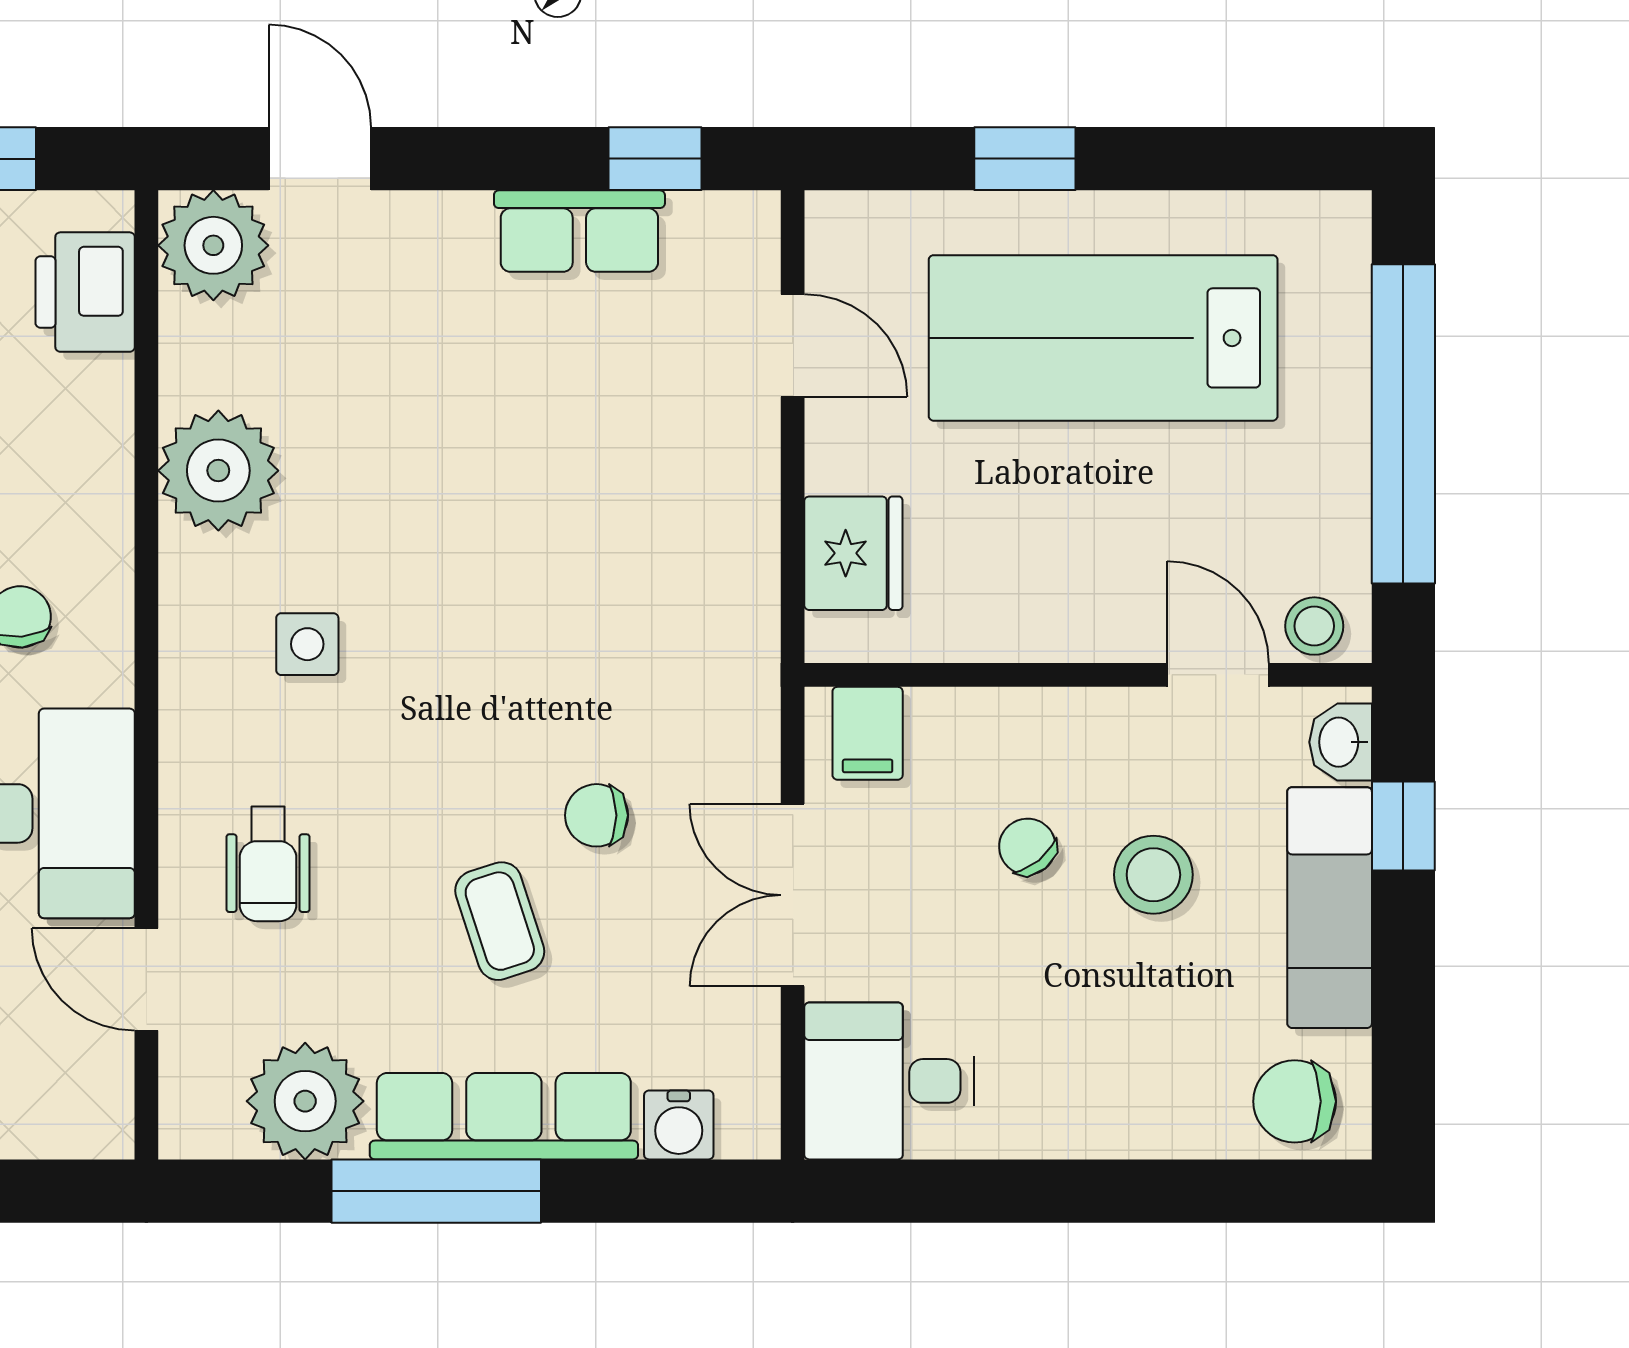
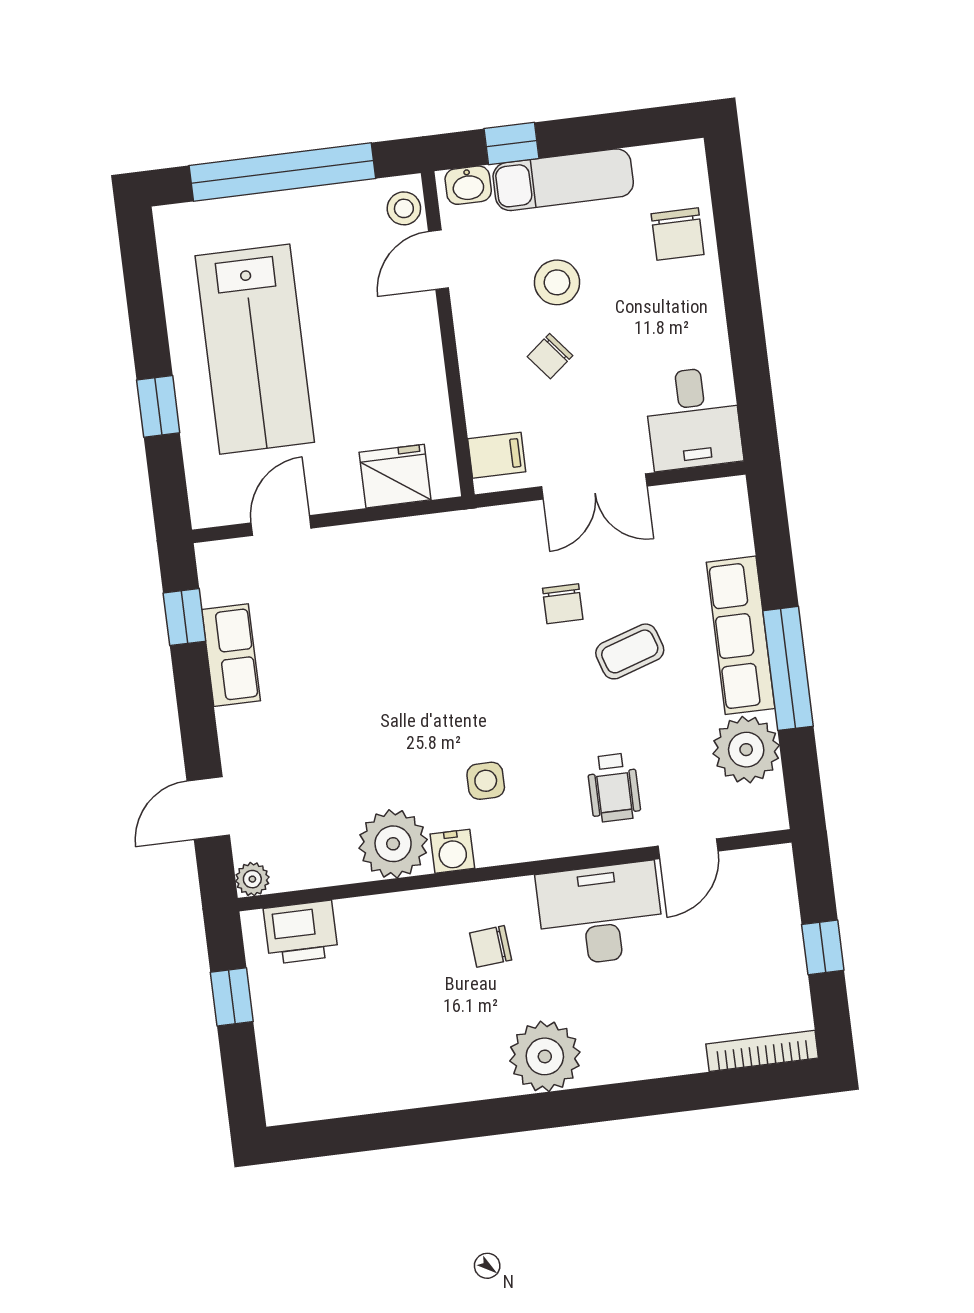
plant: (213, 245) -> (252, 879), width x0.53, depth x0.53
wheelchair: (268, 864) -> (614, 788), turned 90
chair: (1295, 1101) -> (678, 234), moved
water cooler: (679, 1125) -> (452, 851), moved, turned 90

